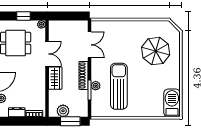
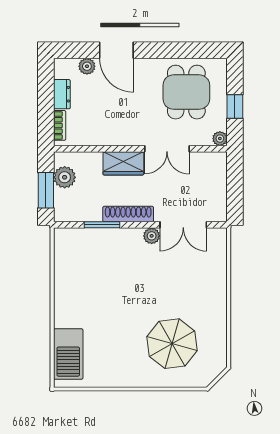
plant: (96, 86) -> (152, 236), moved
sun lounger: (119, 86) -> (109, 278), removed
barbecue: (172, 103) -> (68, 354), moved, turned 90

